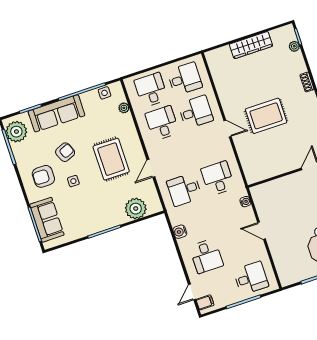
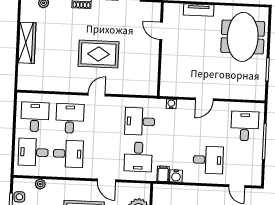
rug: (266, 116) -> (99, 54), turned 90
desk: (162, 123) -> (68, 154), turned 180
filing cabinet: (205, 302) -> (163, 174), moved

